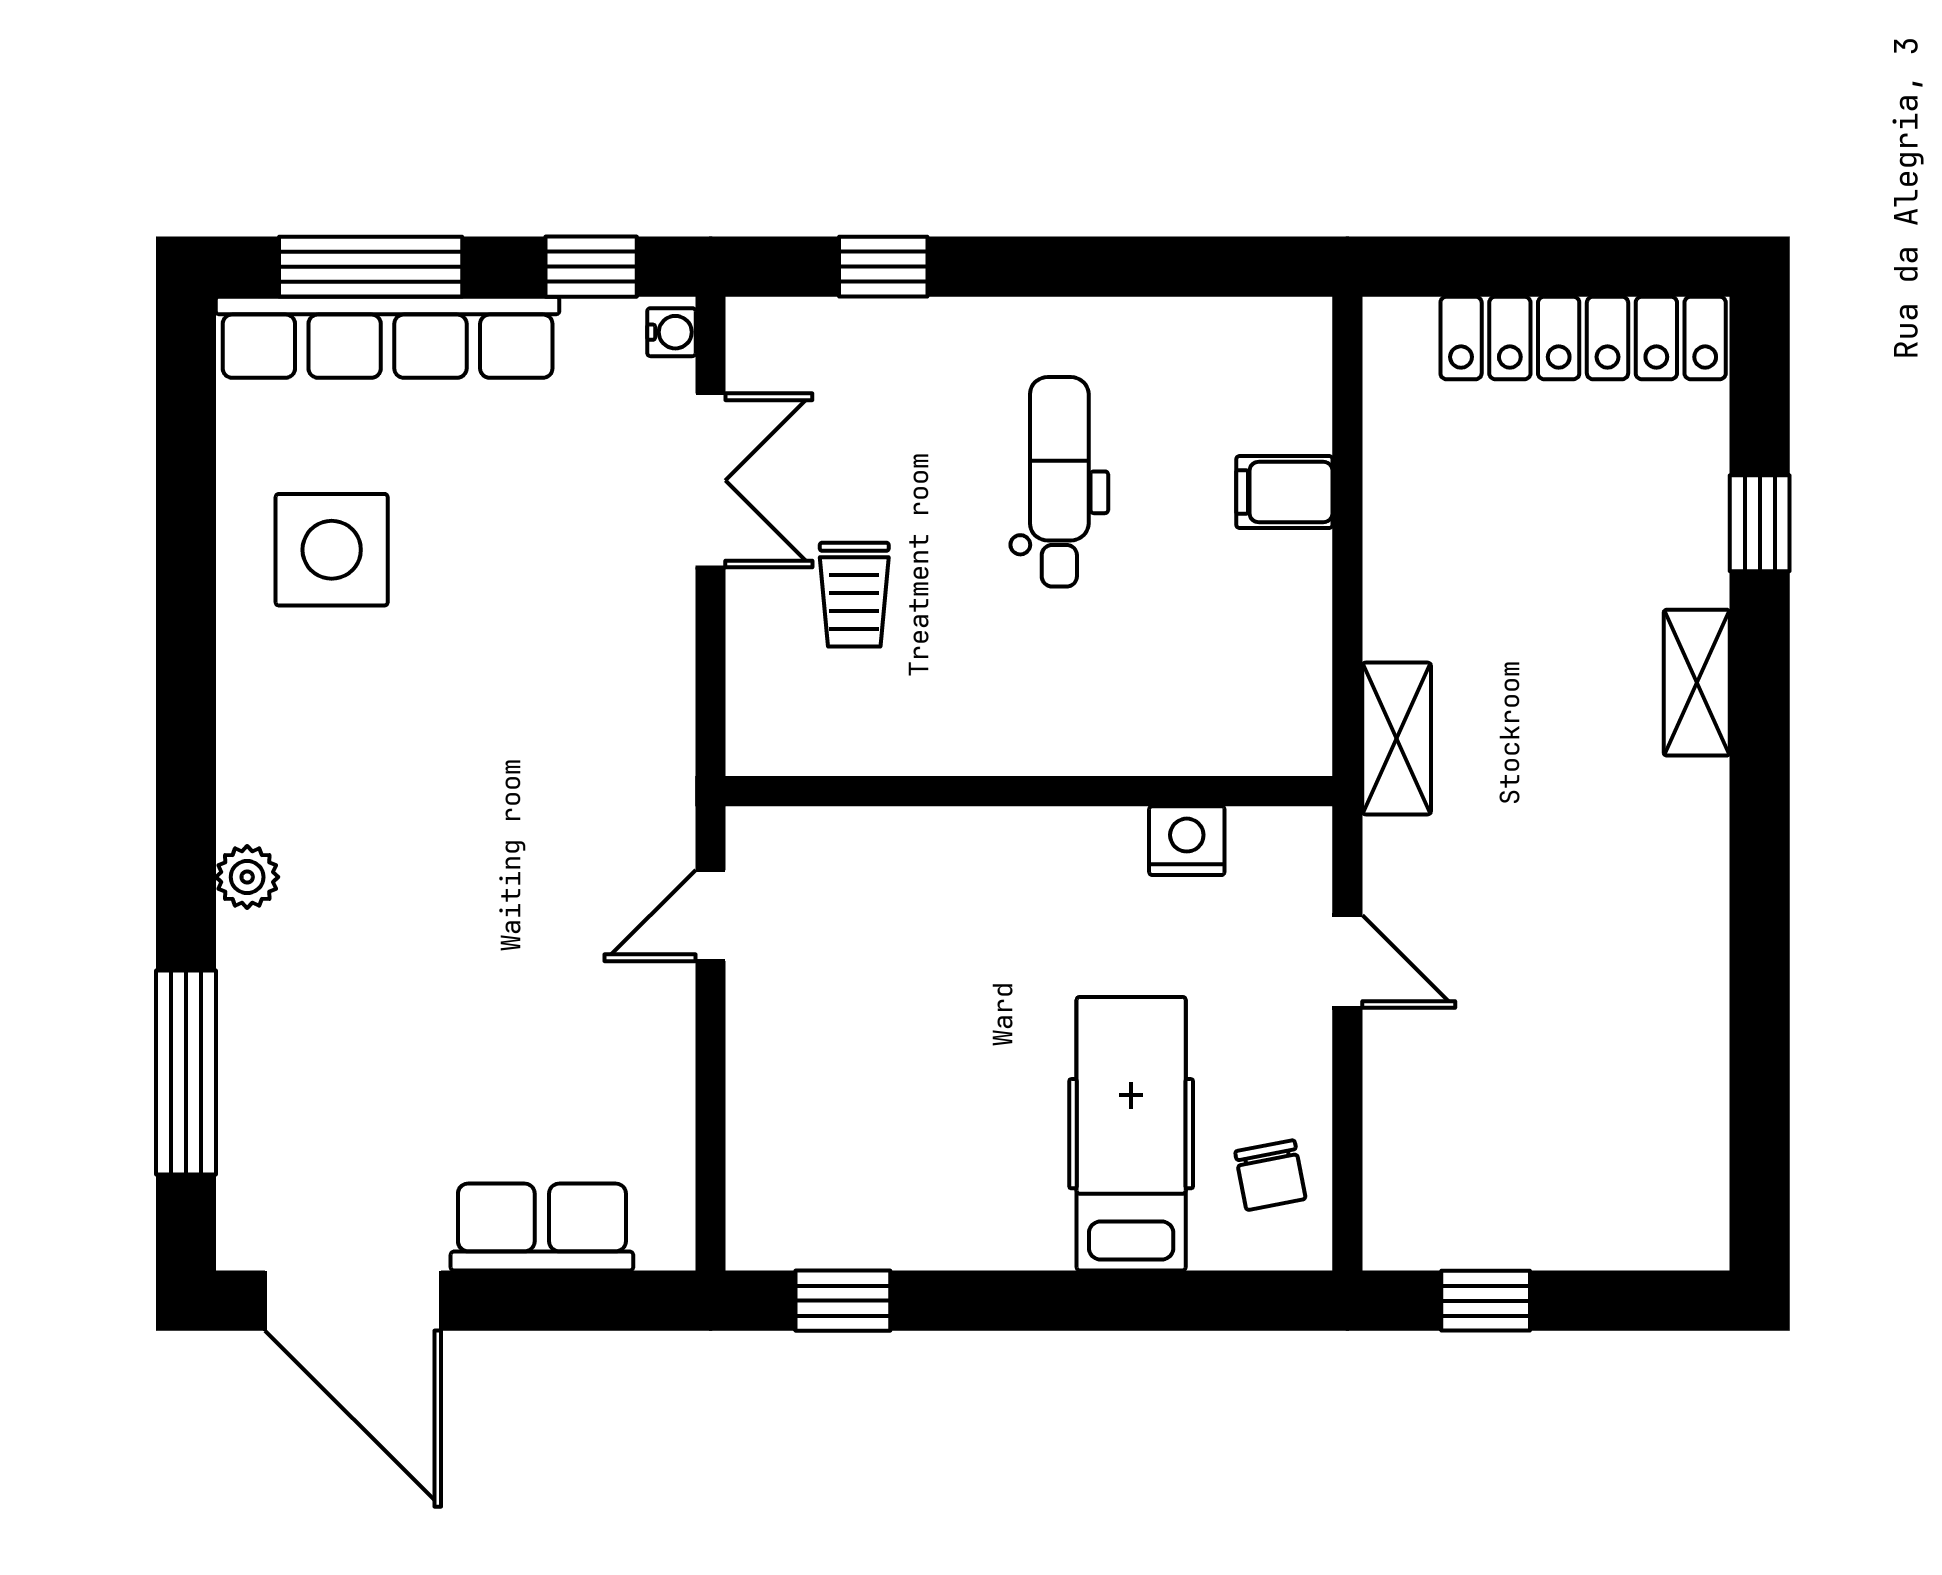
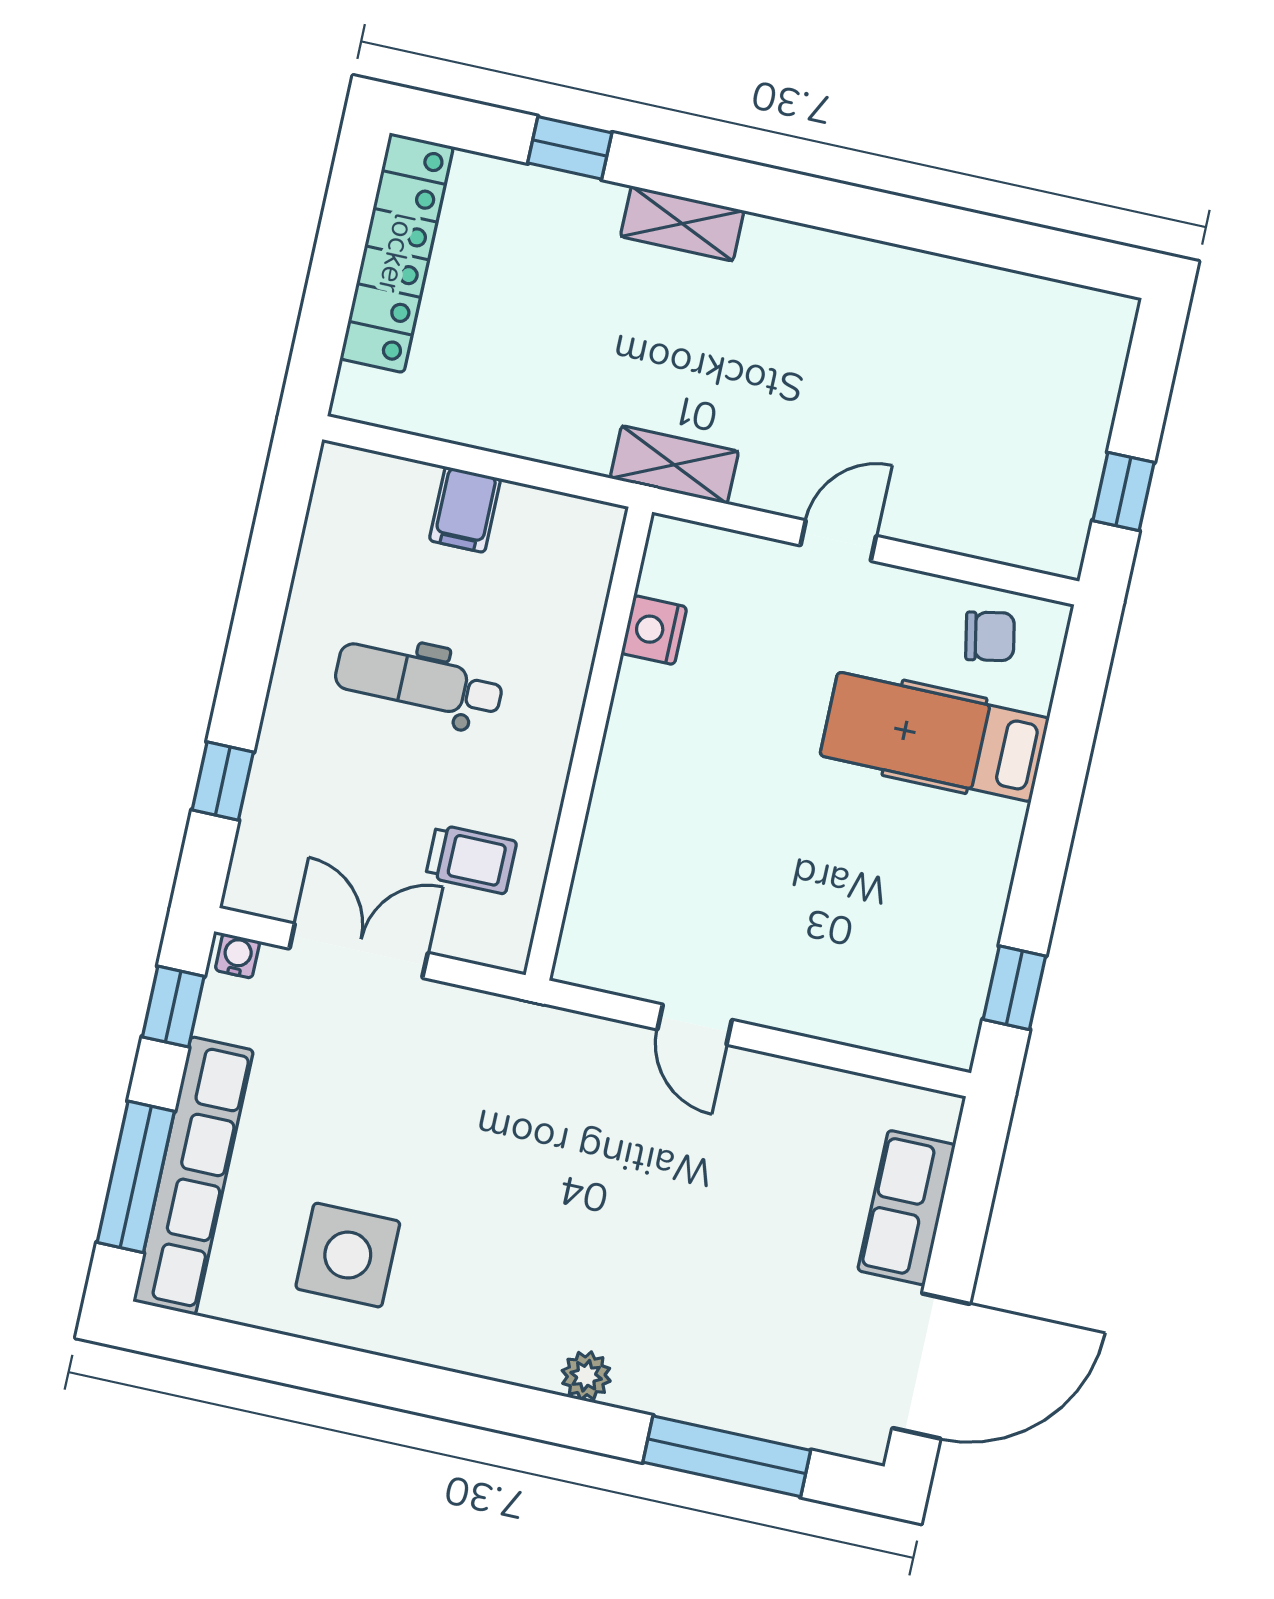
wall: (1029, 791) -> (589, 744), moved
nightstand: (1187, 841) -> (654, 630), moved

